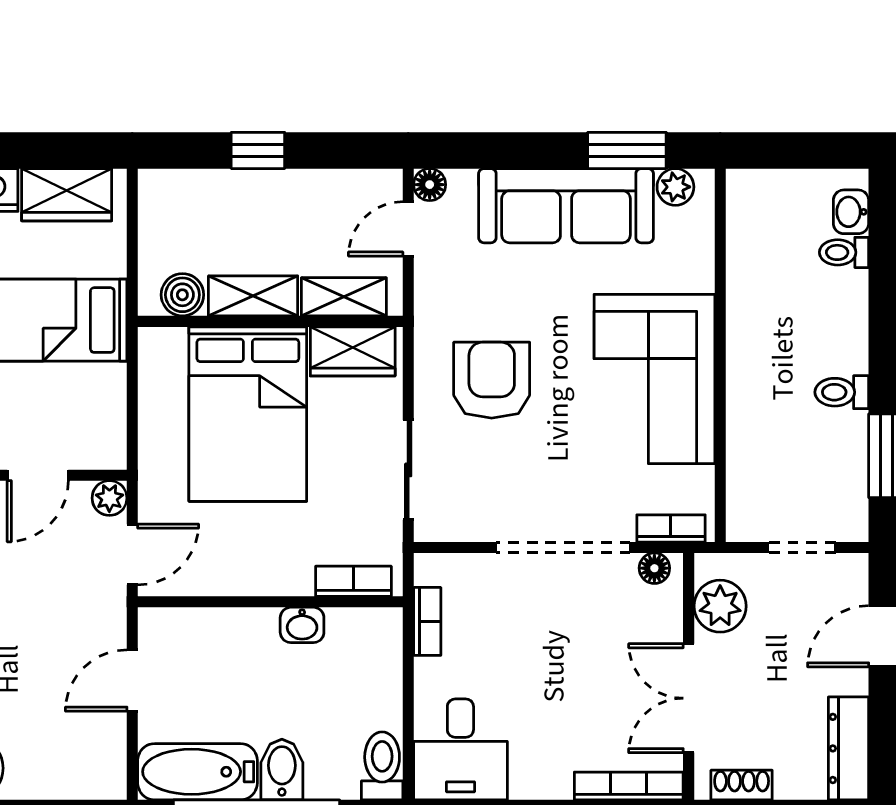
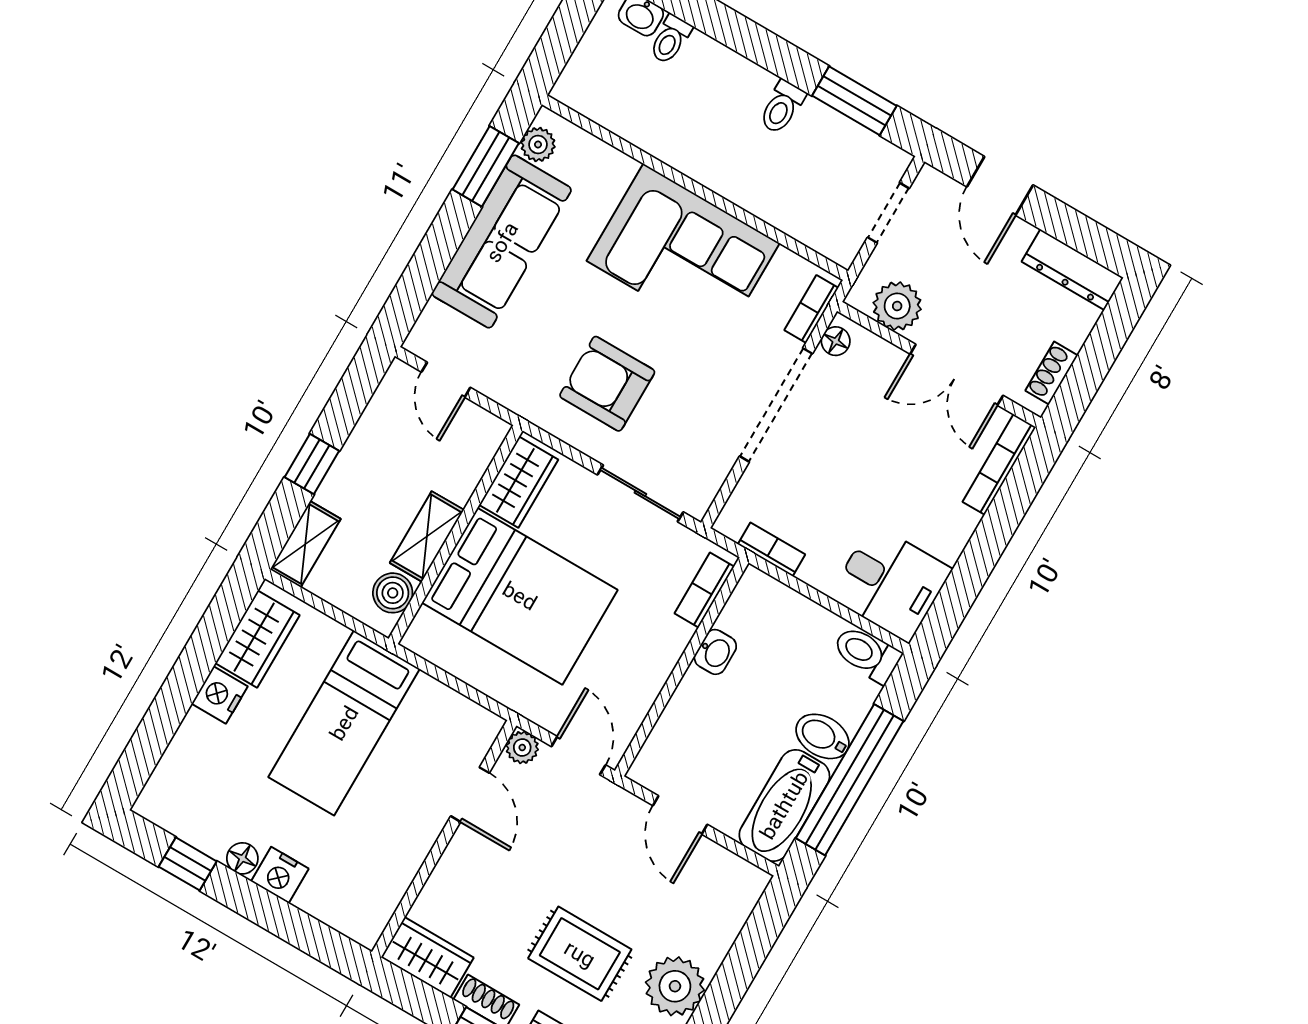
floor lamp: (430, 185) -> (420, 342), removed
shelving: (344, 297) -> (305, 544), moved

